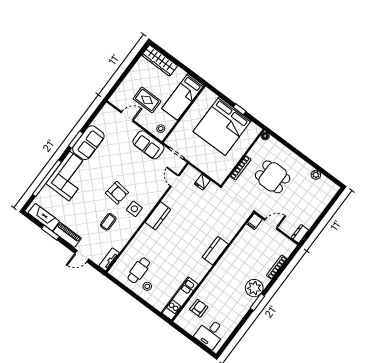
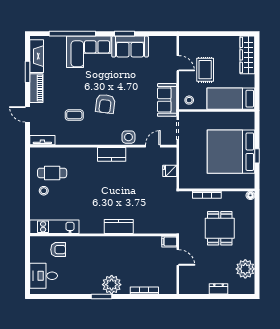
plant: (316, 175) -> (245, 269), width x1.88, depth x1.88
side table: (134, 209) -> (128, 137), moved
dresser: (300, 234) -> (219, 289), moved

